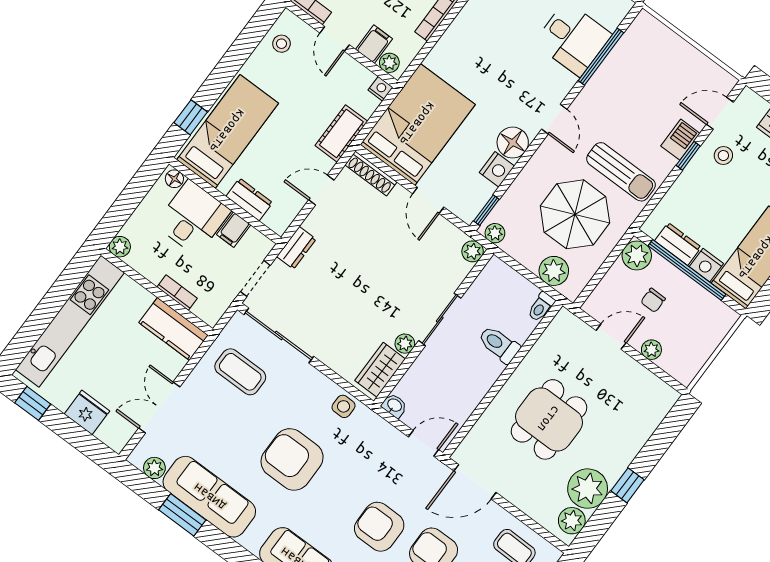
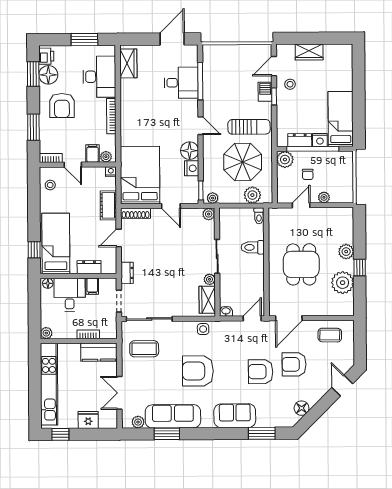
plant: (572, 521) -> (346, 252), moved

